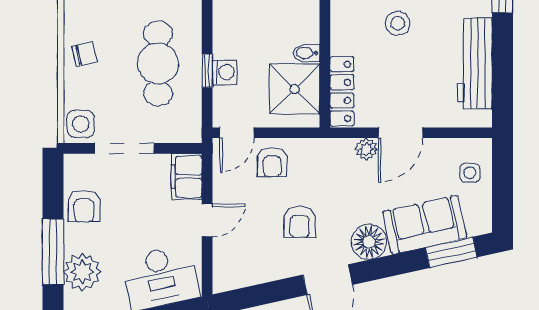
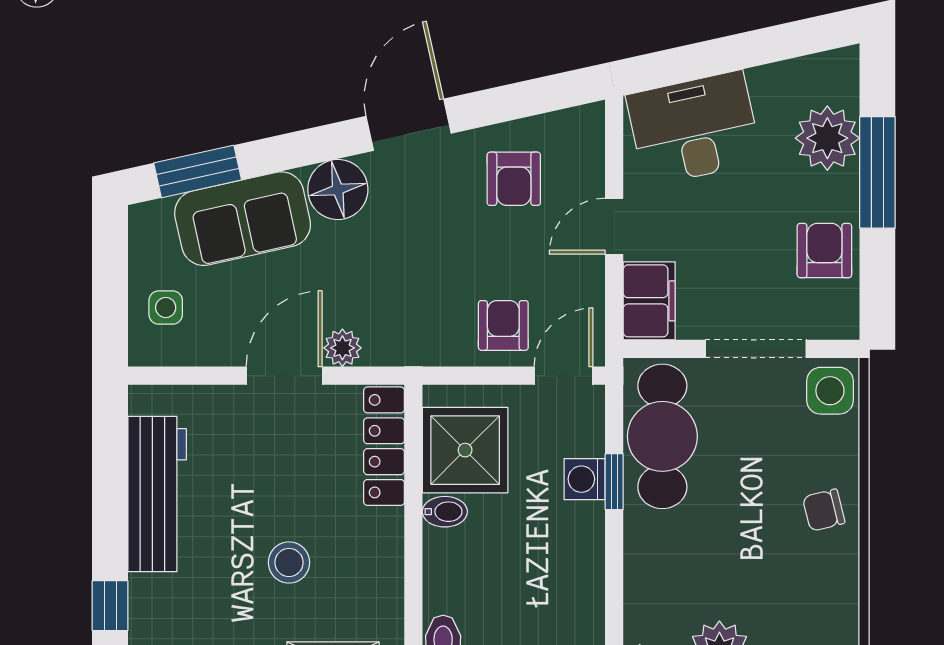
cafe table: (158, 64) -> (662, 436), moved
armchair: (300, 222) -> (514, 179), moved, turned 180

